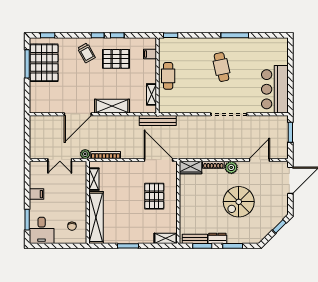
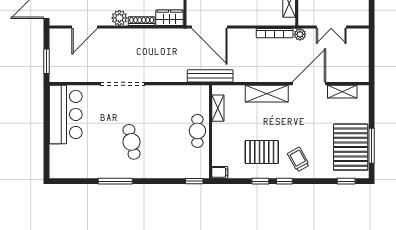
filing cabinet: (150, 54) -> (220, 172), moved
shelving: (51, 108) -> (342, 92), added
double door: (60, 160) -> (331, 27), swing flipped

